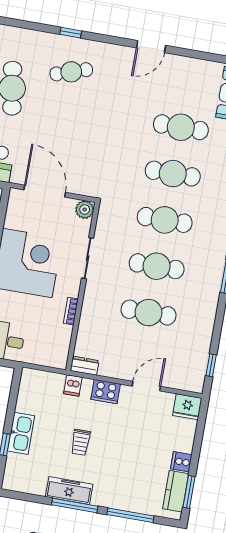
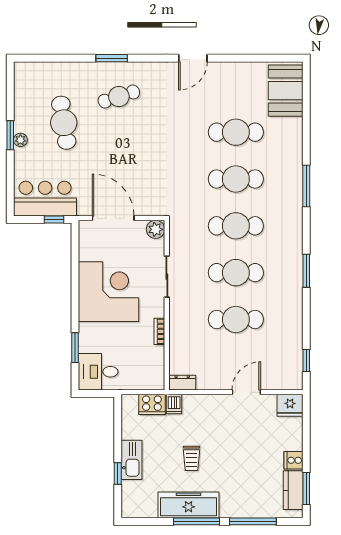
window: (71, 33) -> (112, 58), width x1.50
cooker: (106, 392) -> (152, 404), moved
freezer: (69, 491) -> (189, 505), width x1.36, depth x1.26

